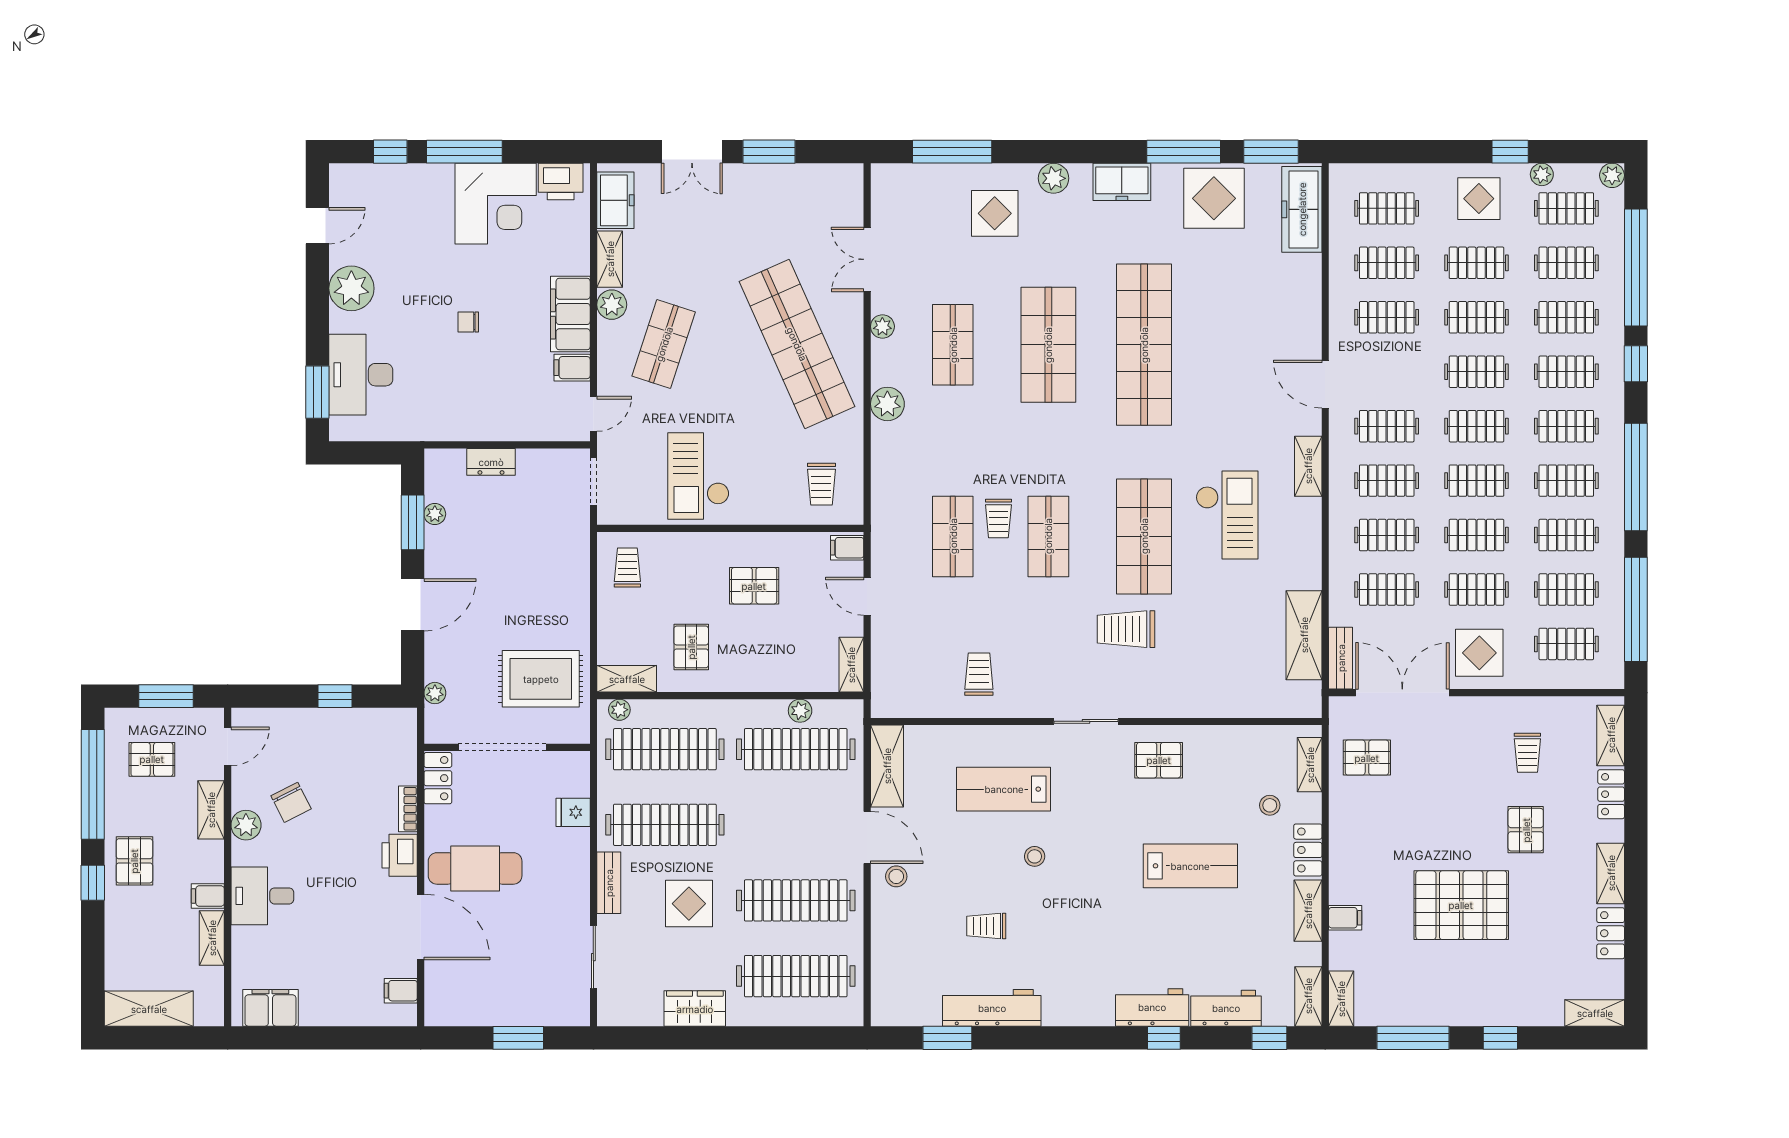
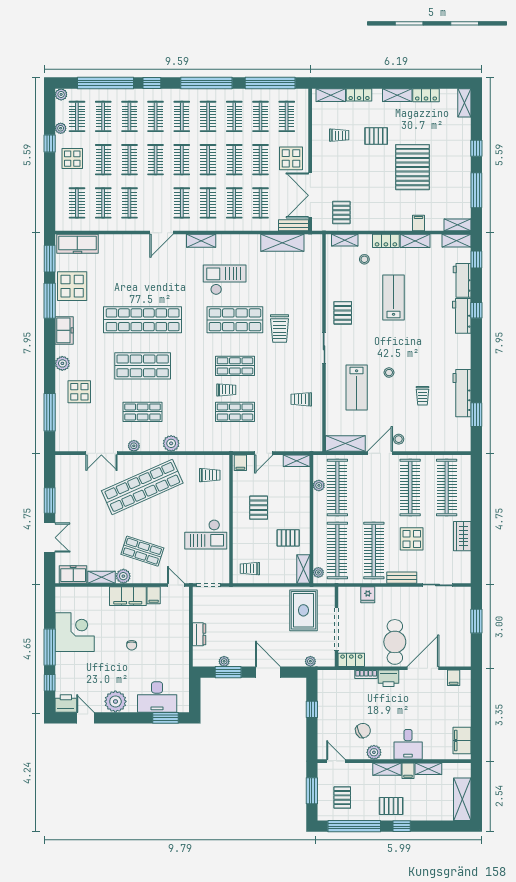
printer: (561, 181) -> (66, 703), moved, turned -90
shelving: (211, 810) -> (387, 769), moved

